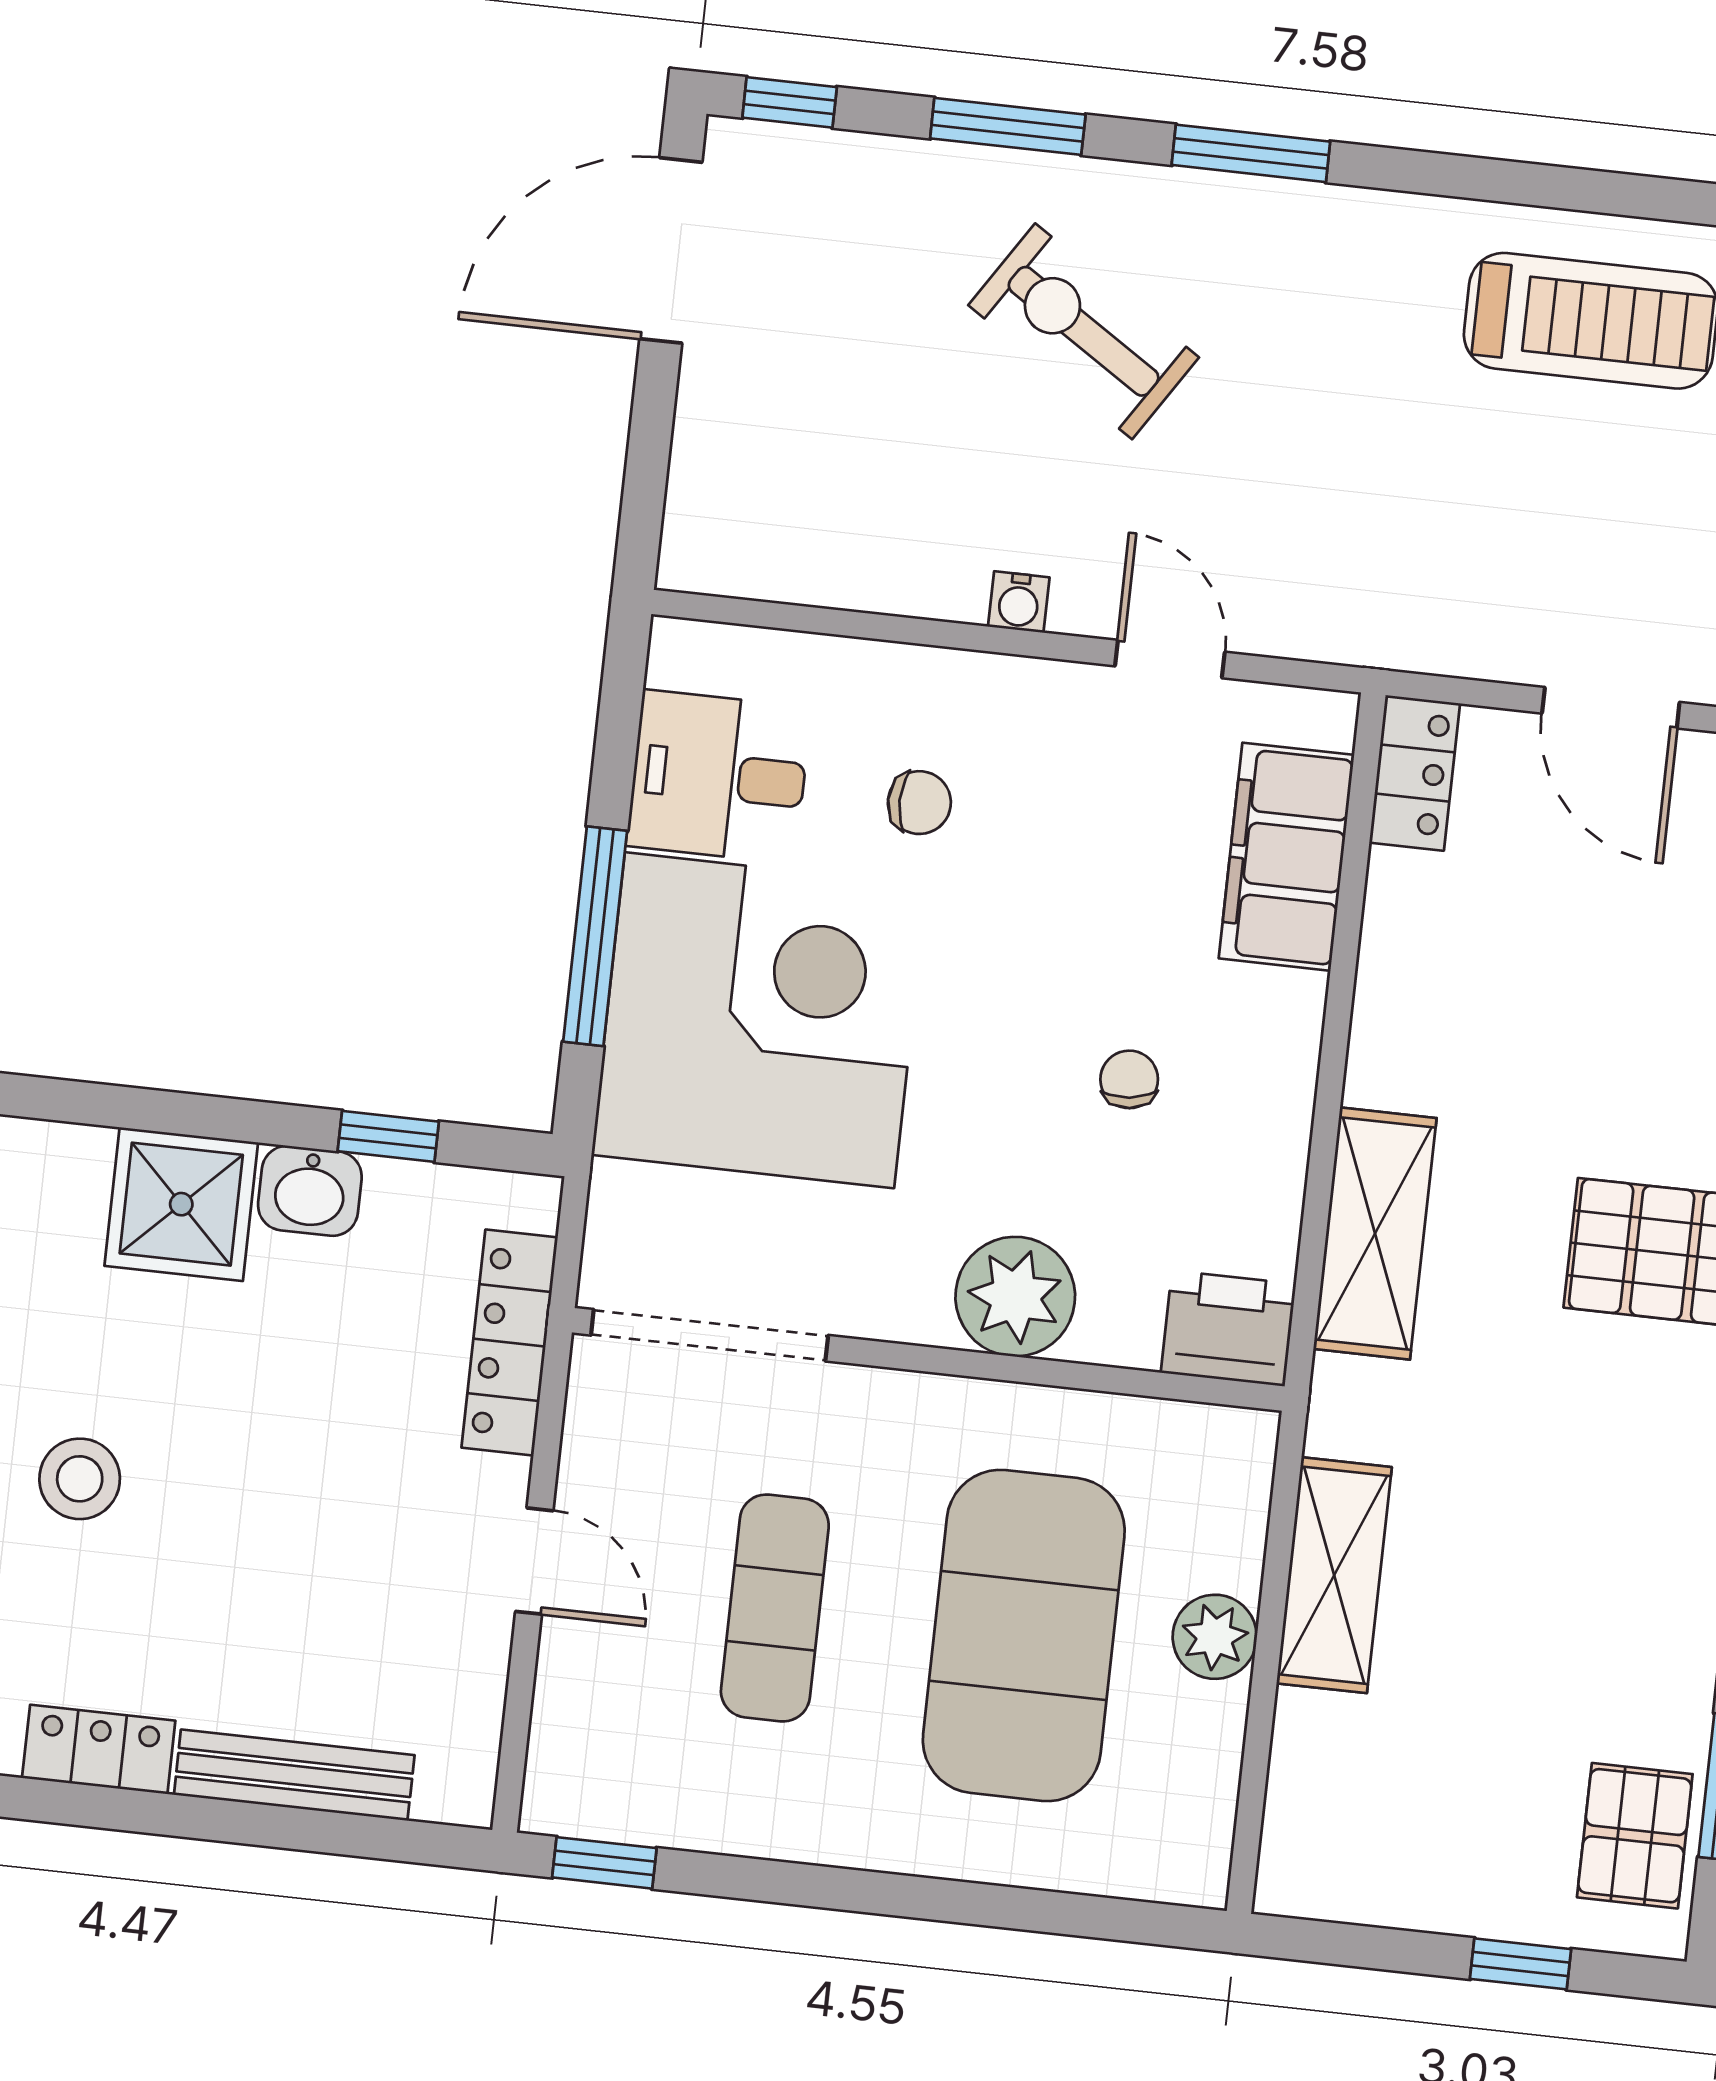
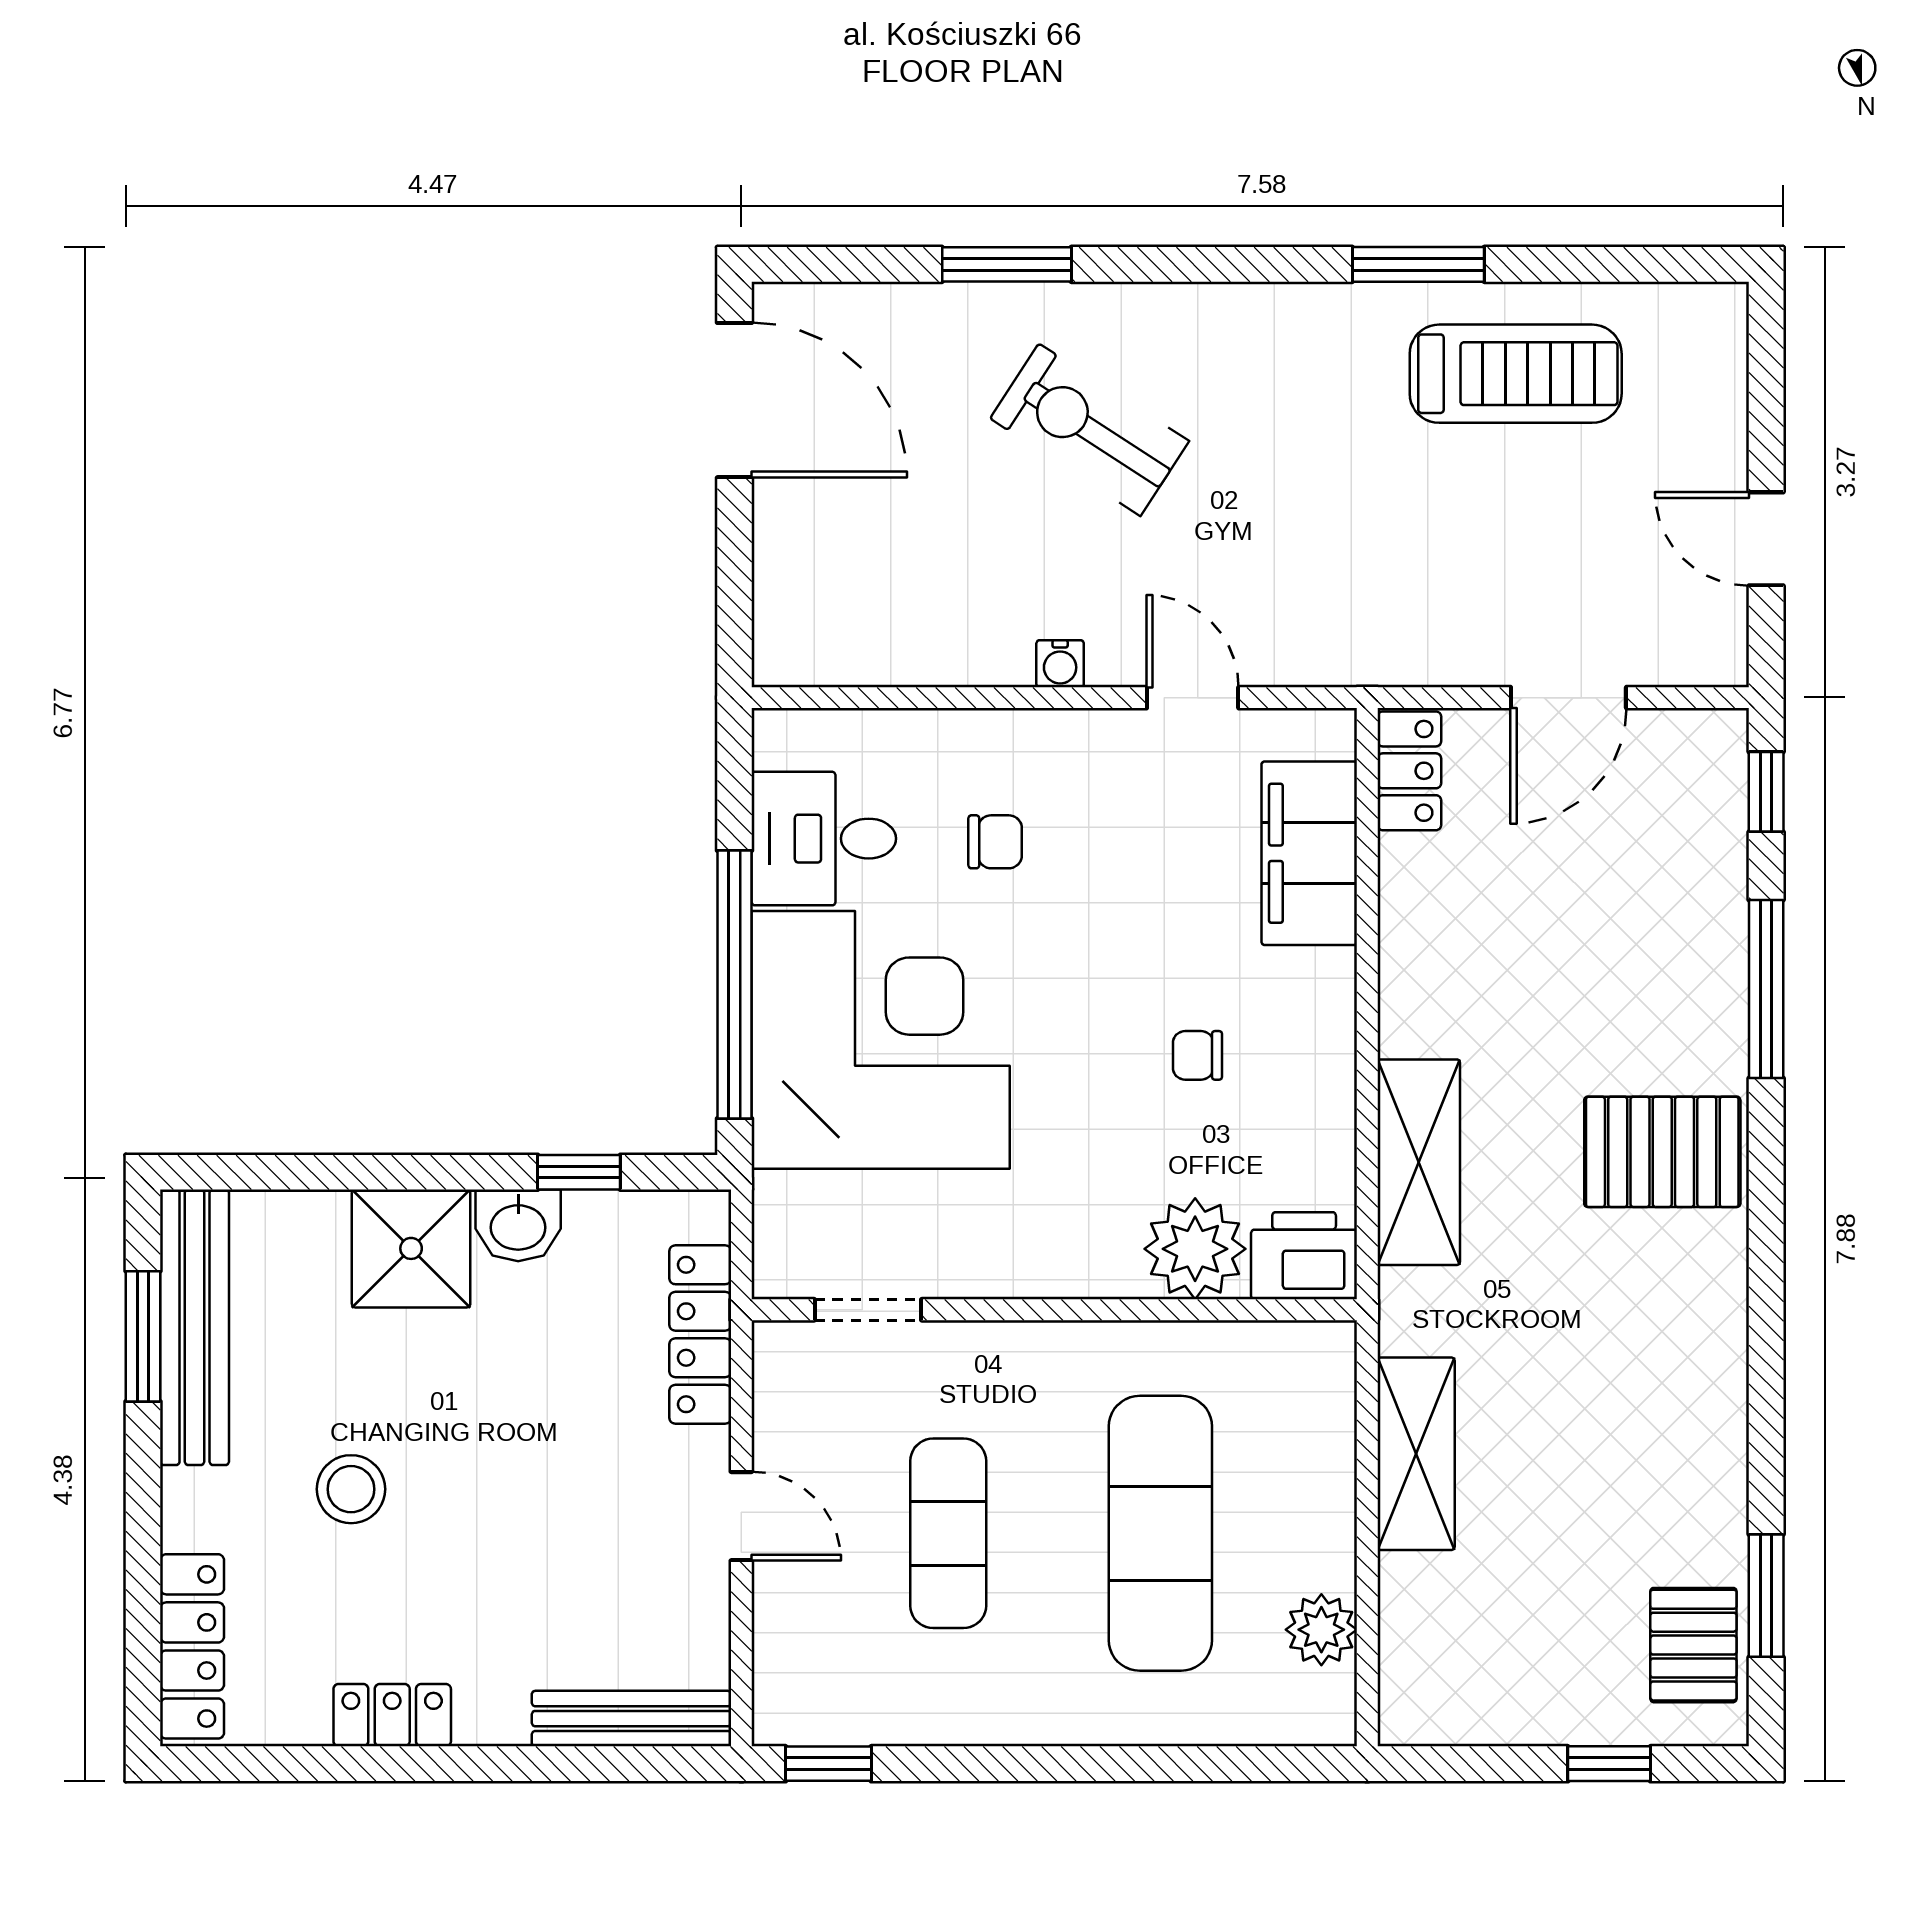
window: (790, 102) -> (821, 264), removed
window: (1251, 153) -> (1418, 264), moved
door: (671, 250) -> (735, 400), swing flipped
door: (1611, 708) -> (1568, 698), hinge flipped
window: (595, 936) -> (735, 984), width x1.46
chair: (1129, 1079) -> (1197, 1055), turned -83
plant: (1015, 1297) -> (1195, 1249), moved
doorway: (710, 1335) -> (868, 1310), width x0.53
exercise mat: (1024, 1635) -> (1160, 1533), width x0.68
plant: (1215, 1637) -> (1321, 1630), moved
bench: (294, 1775) -> (631, 1719), moved

